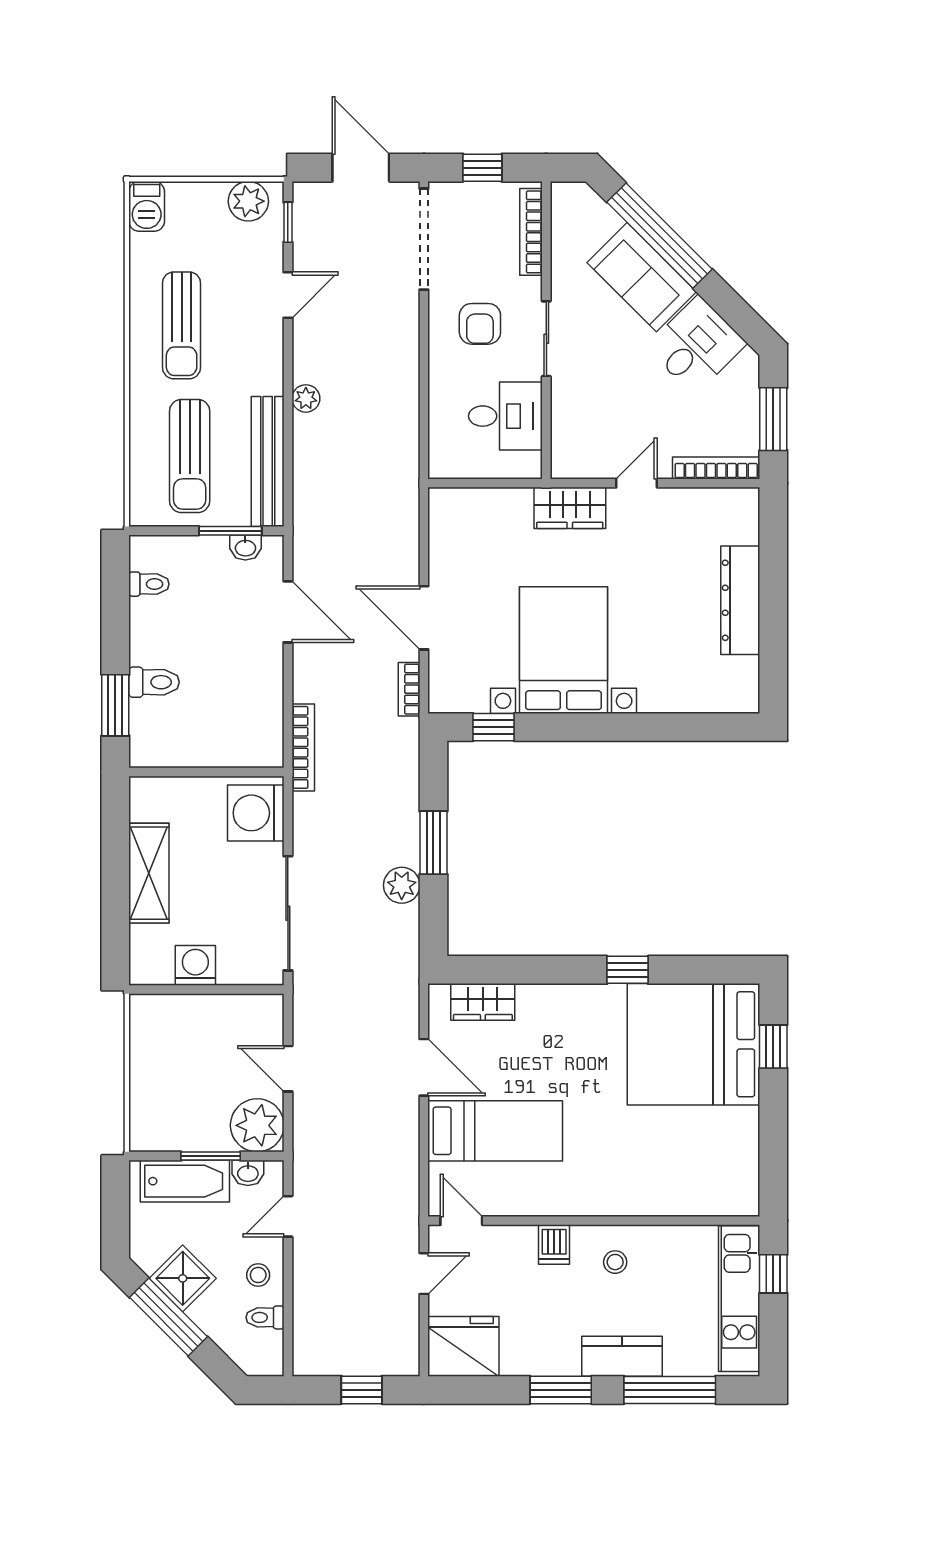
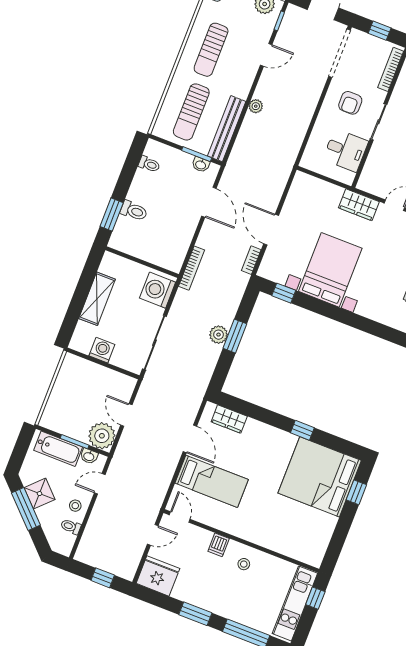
plant: (402, 885) -> (218, 335), moved
kitchen counter: (622, 1356) -> (230, 609), removed

